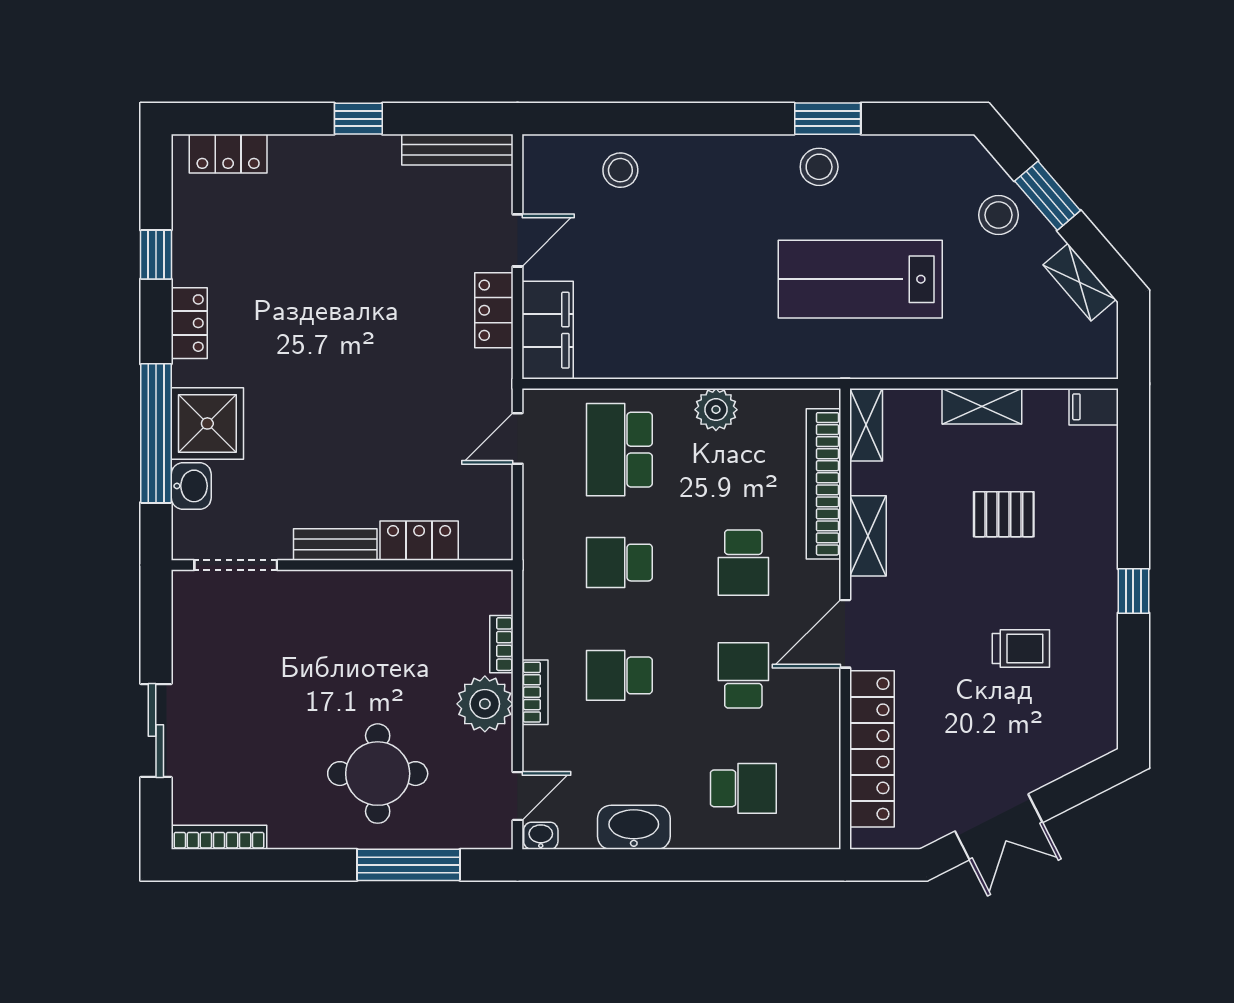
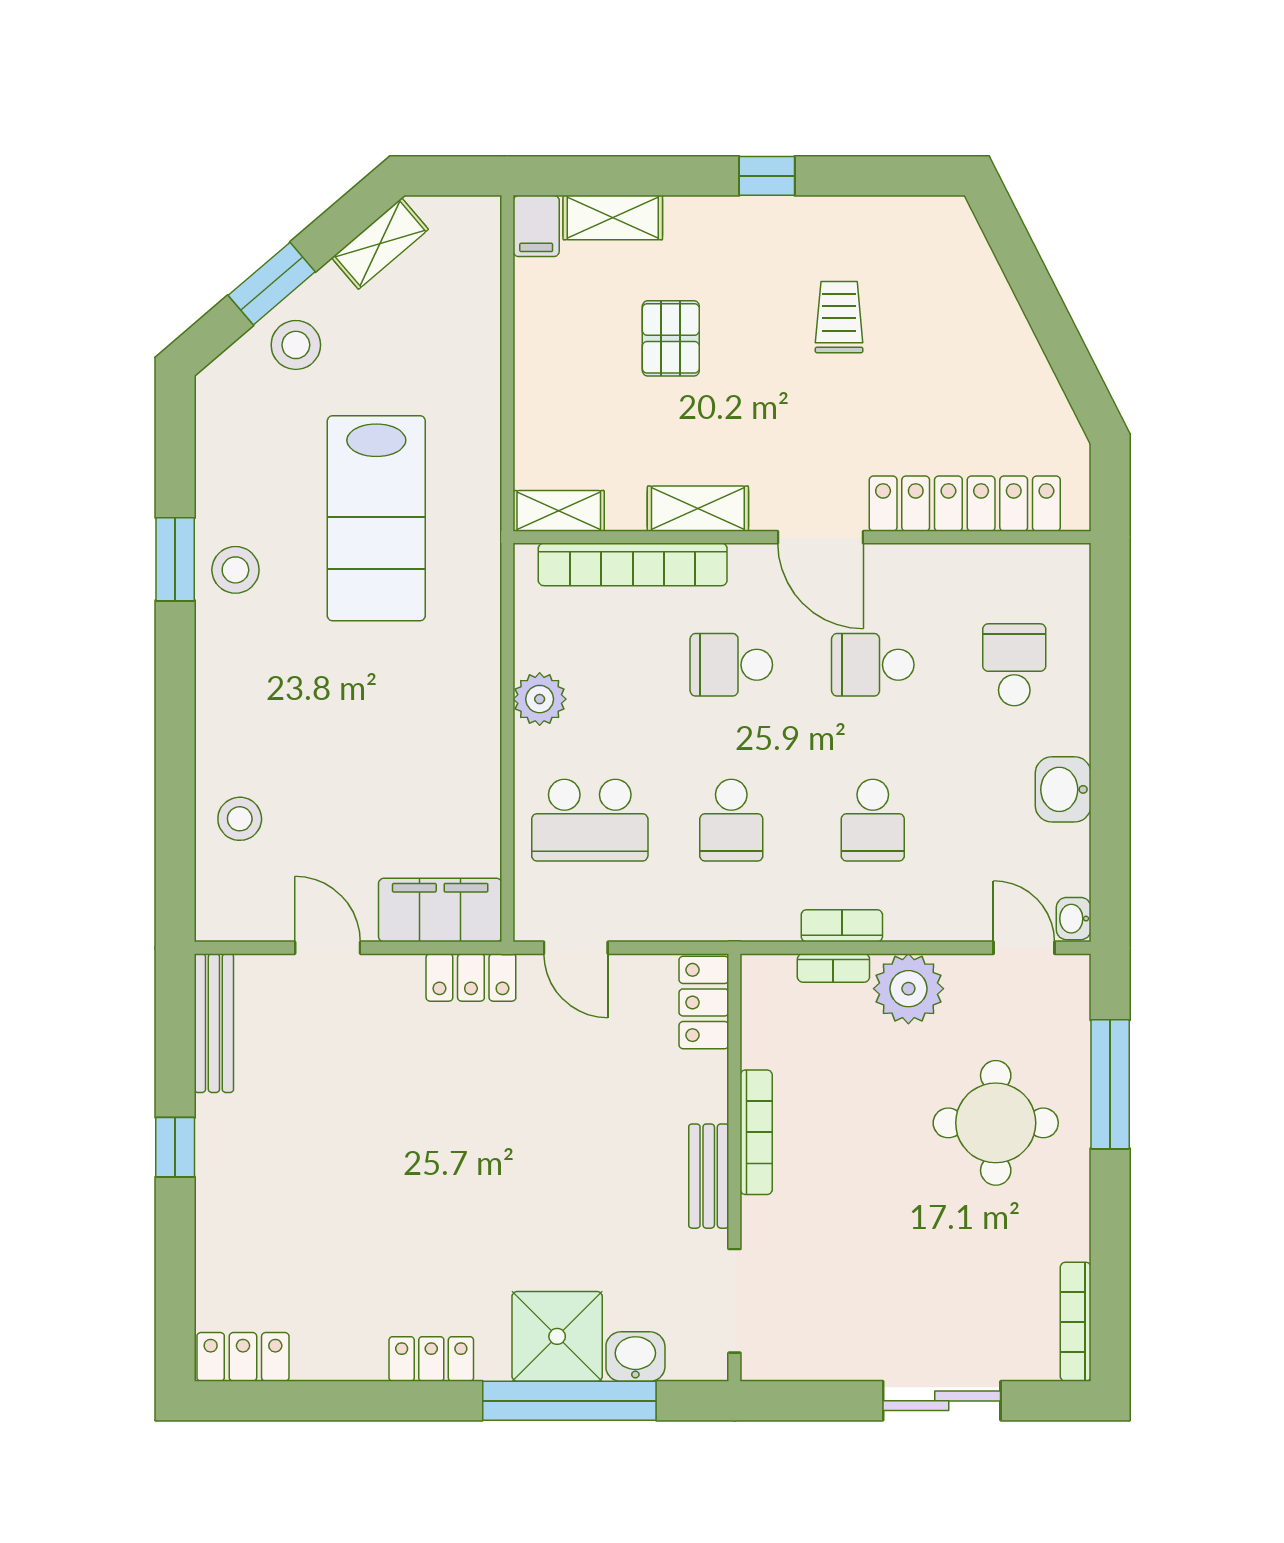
locker: (228, 154) -> (243, 1357), moved, turned -90
window: (156, 255) -> (345, 1401), removed
locker: (494, 310) -> (471, 977), moved
shelving: (982, 406) -> (613, 218), moved, turned 90
locker: (419, 541) -> (704, 1002), moved
school desk: (743, 563) -> (731, 665), turned 180
bookcase: (370, 582) -> (756, 1132), added
bookcase: (535, 692) -> (842, 926), moved
washbasin: (634, 827) -> (1063, 789), width x0.72
double door: (999, 827) -> (1062, 345), removed

